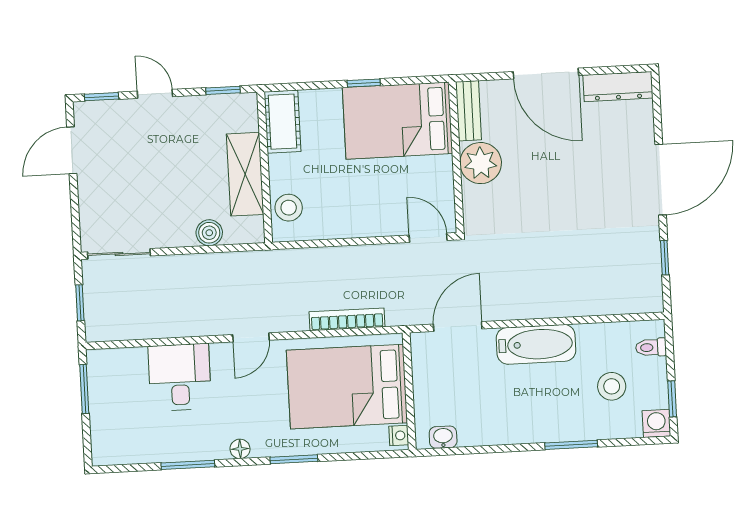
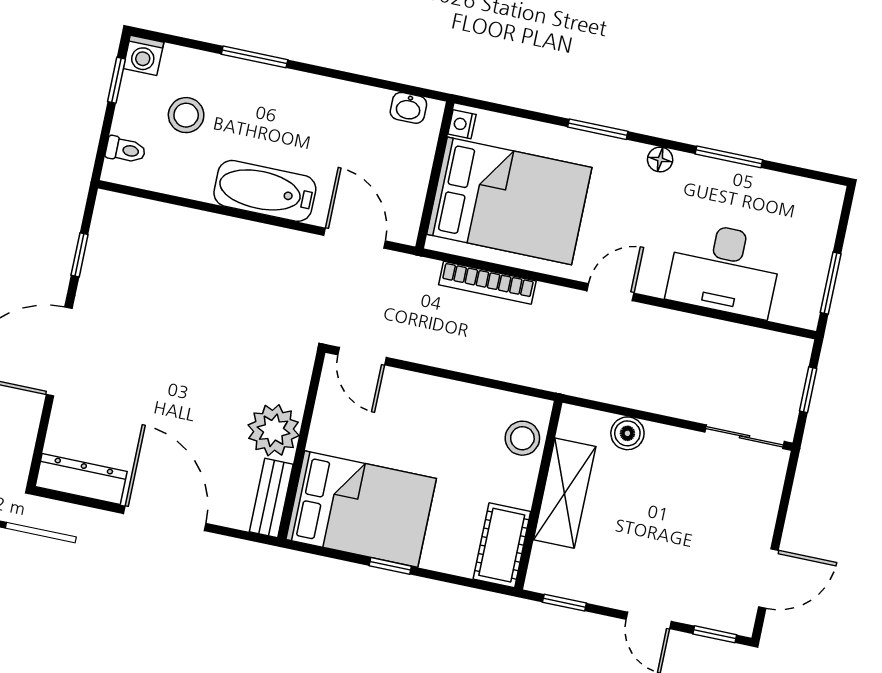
door: (458, 327) -> (355, 238), swing flipped
desk: (180, 377) -> (724, 270), width x1.37

